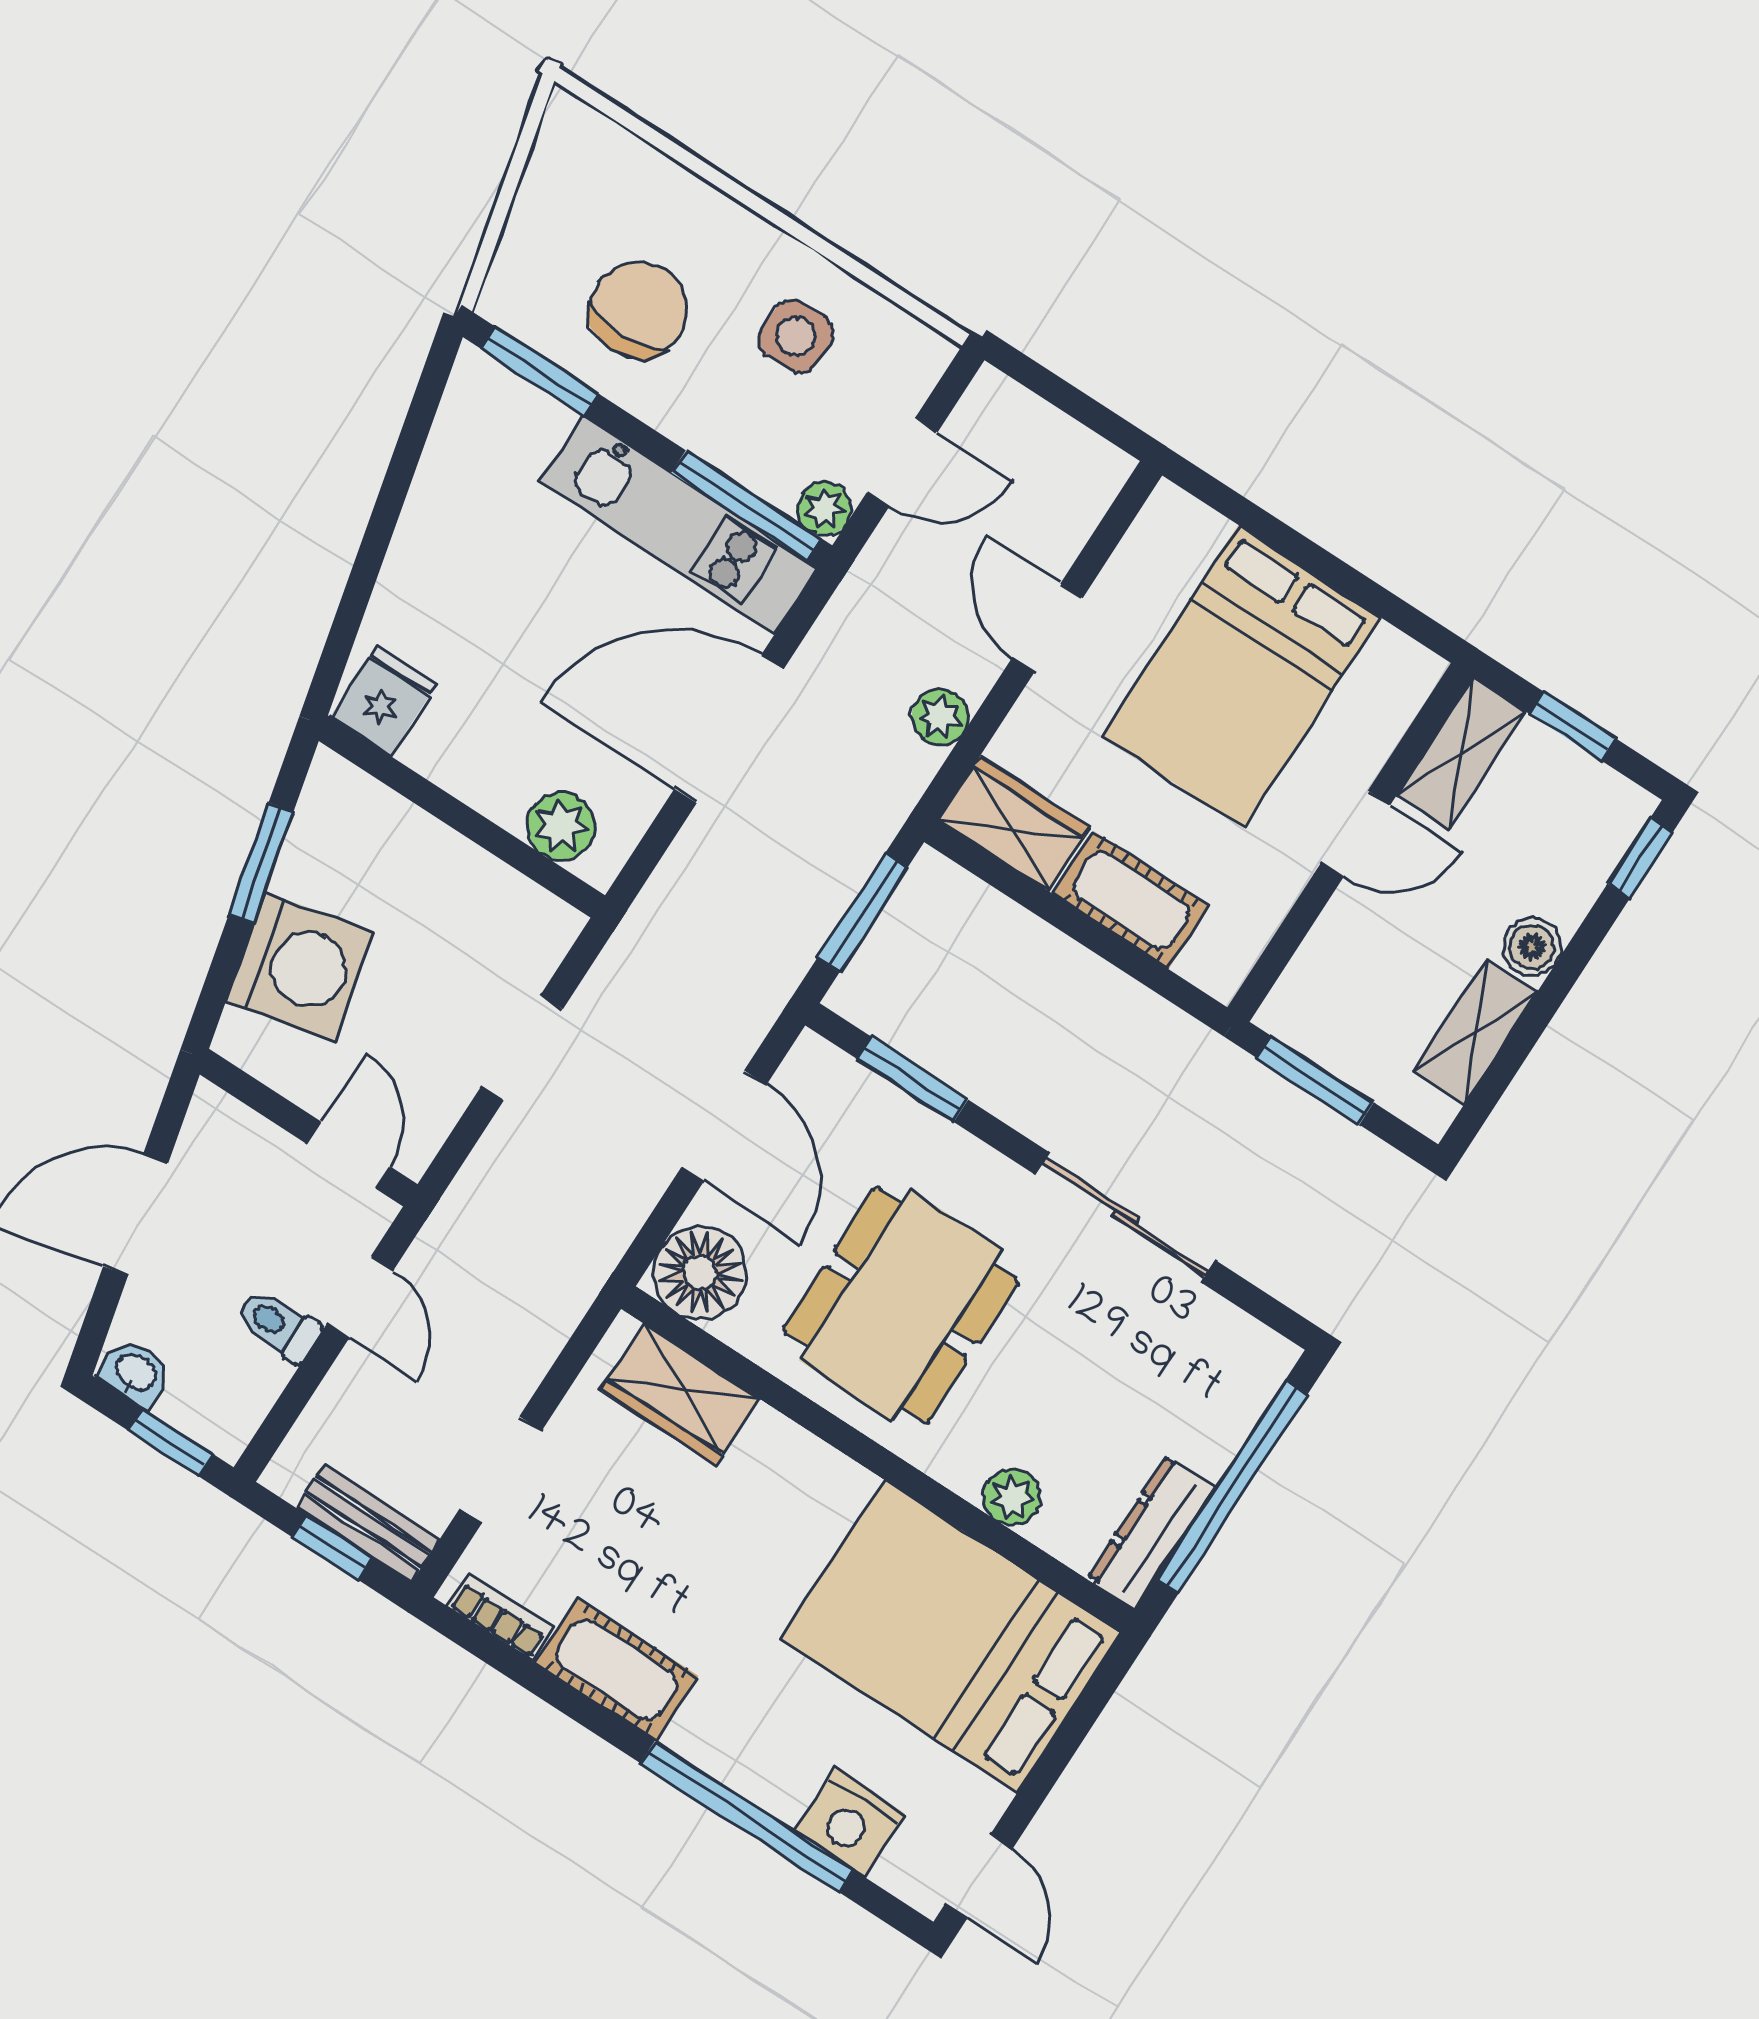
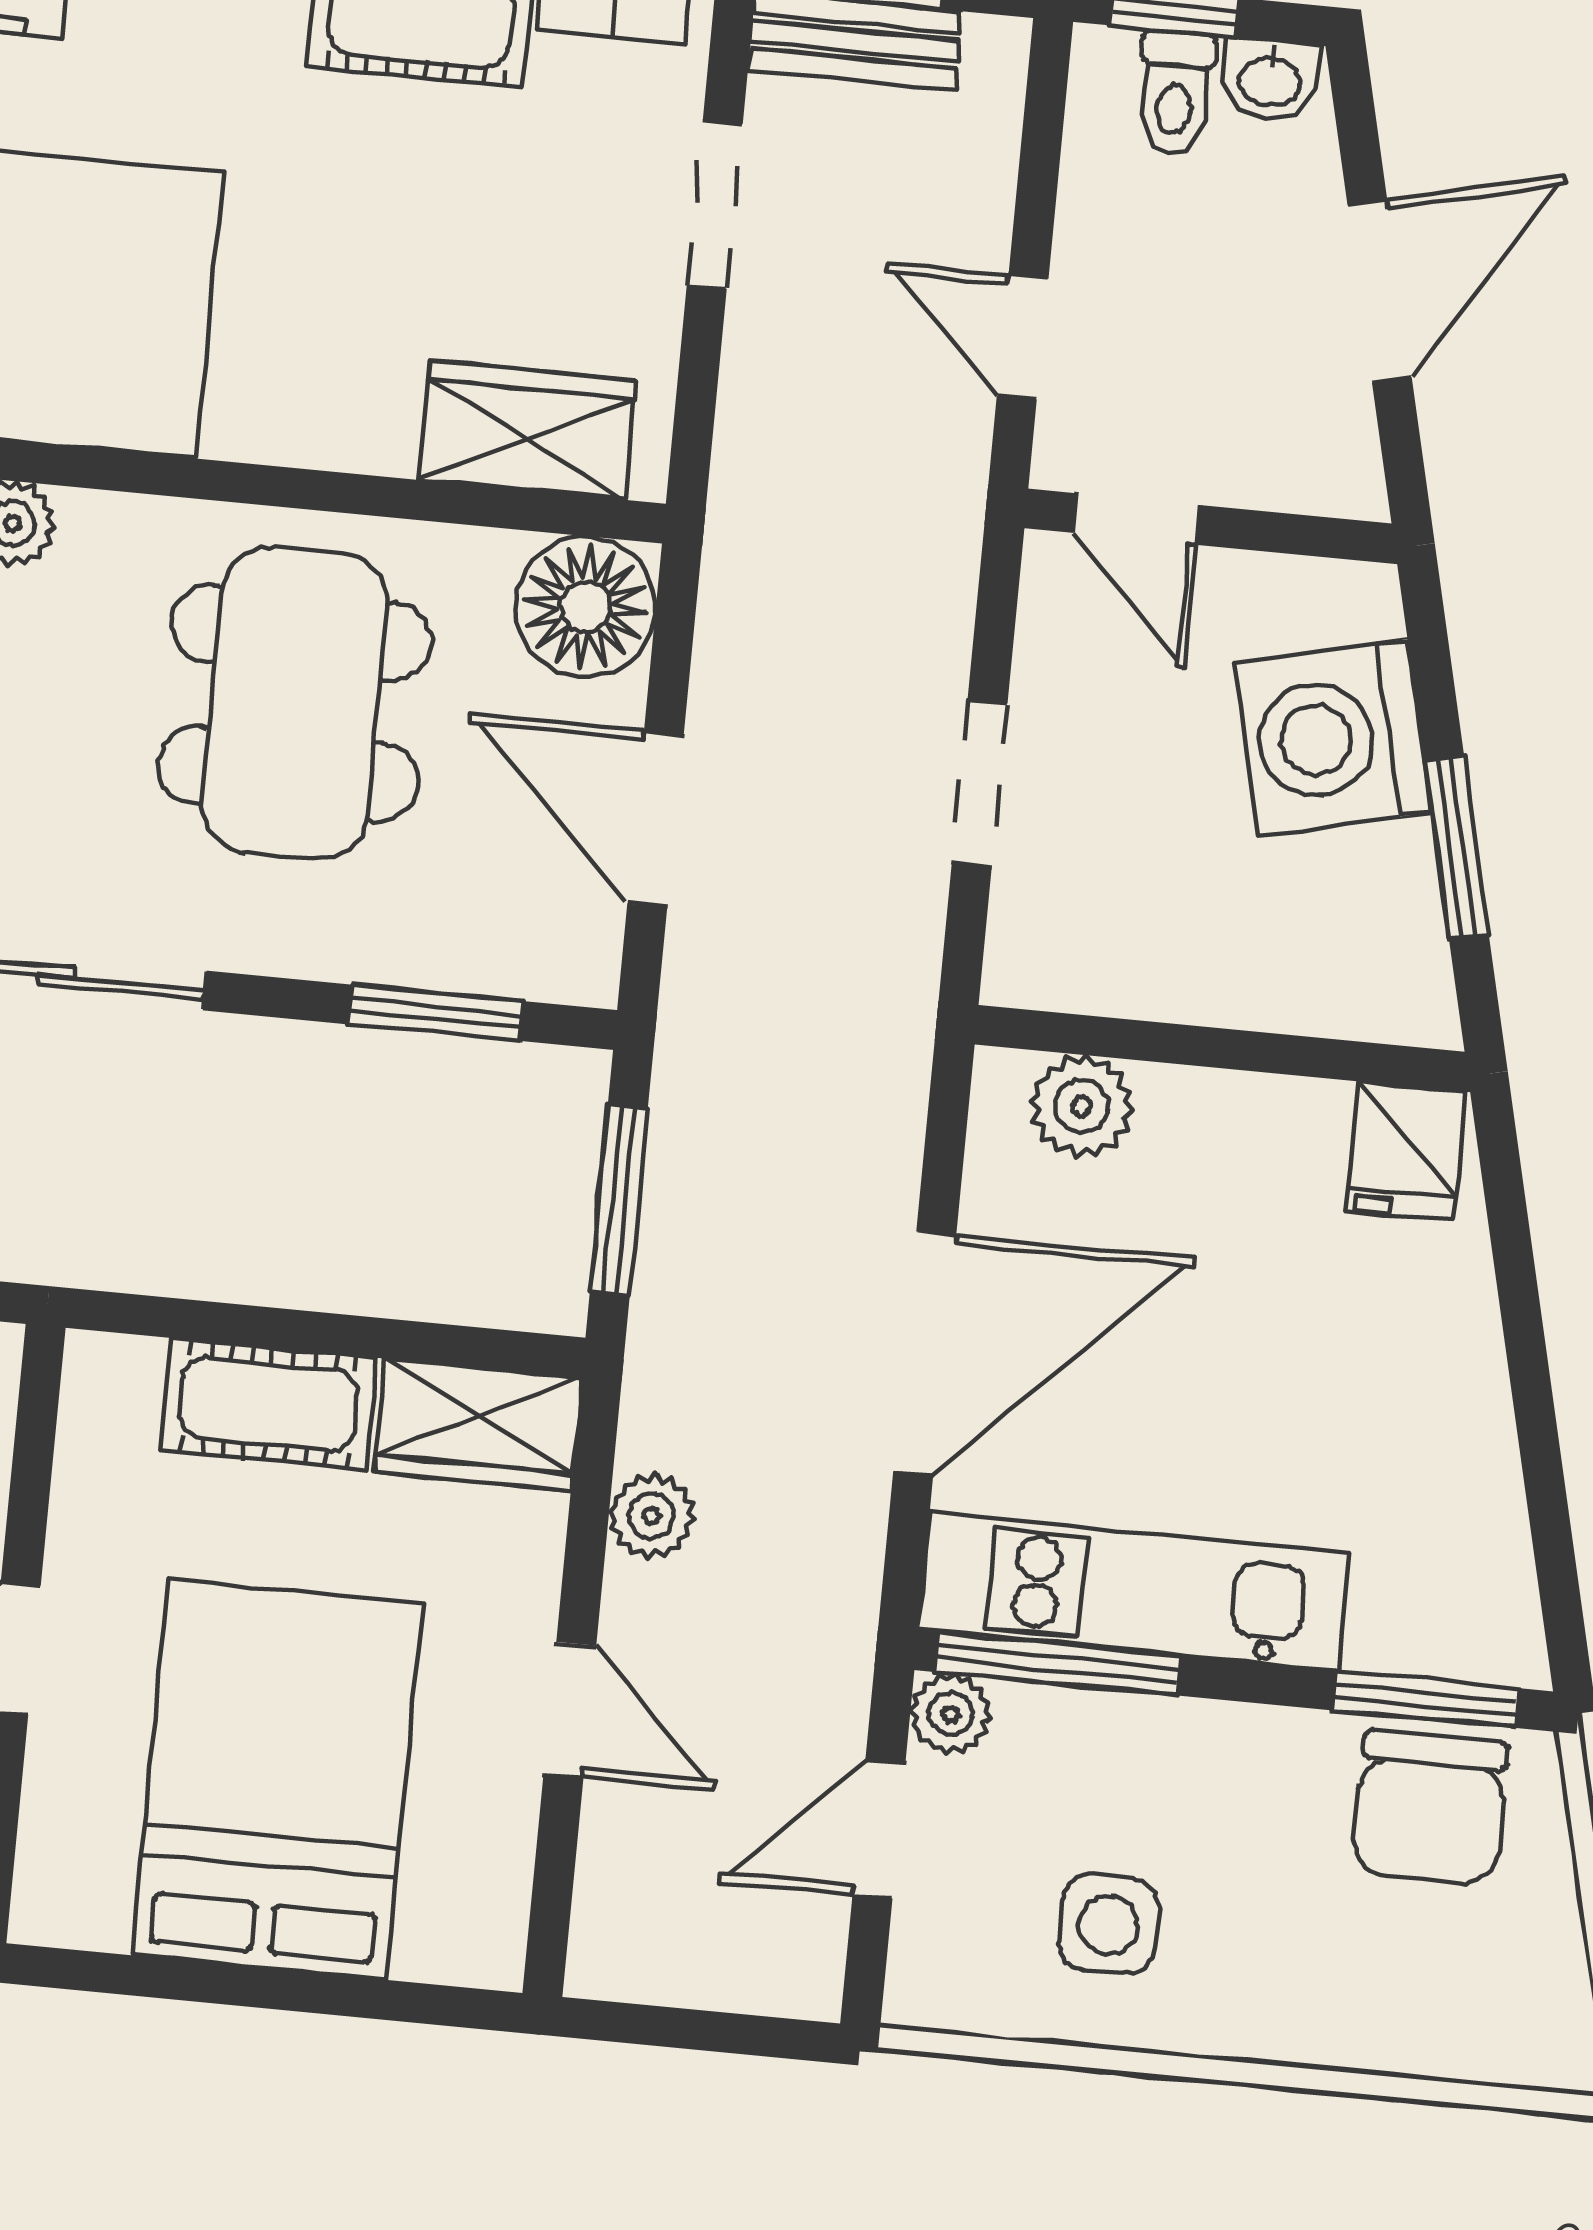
chair: (639, 310) -> (1430, 1808), moved
toilet: (278, 1325) -> (1175, 93), moved, turned 90

